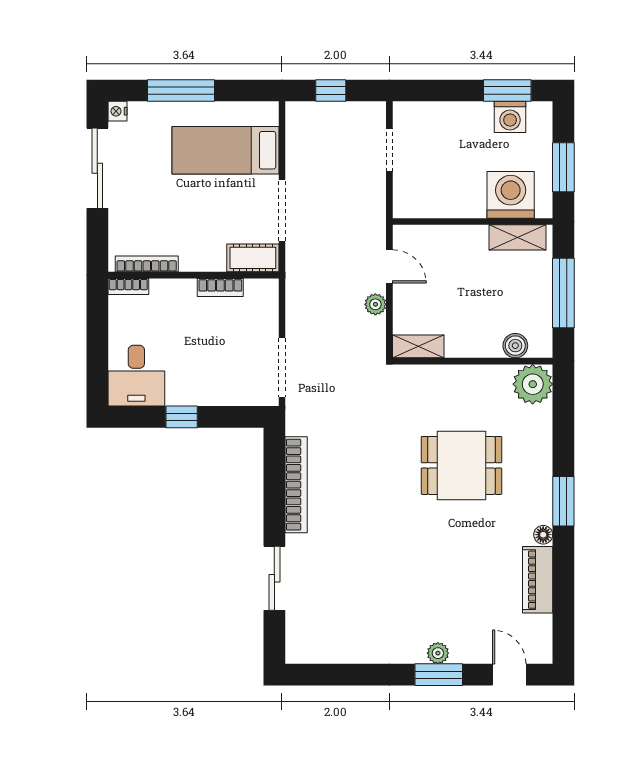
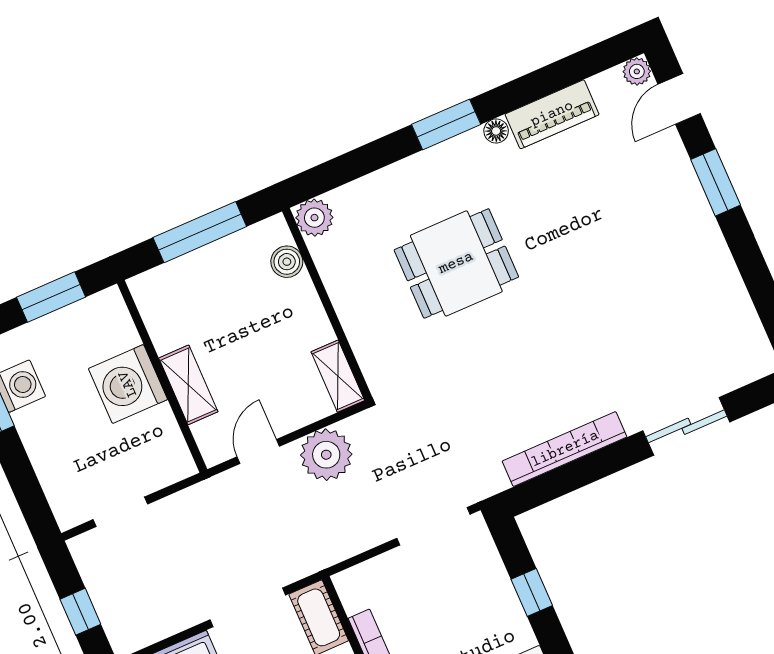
washing machine: (511, 195) -> (128, 384), moved
shelving: (517, 237) -> (188, 385), moved
plant: (375, 304) -> (326, 455), width x1.88, depth x1.88
plant: (533, 384) -> (314, 218), width x0.73, depth x0.73
window: (182, 417) -> (532, 592), moved
dining table: (461, 465) -> (456, 263), turned 90
plant: (438, 653) -> (637, 71), moved

